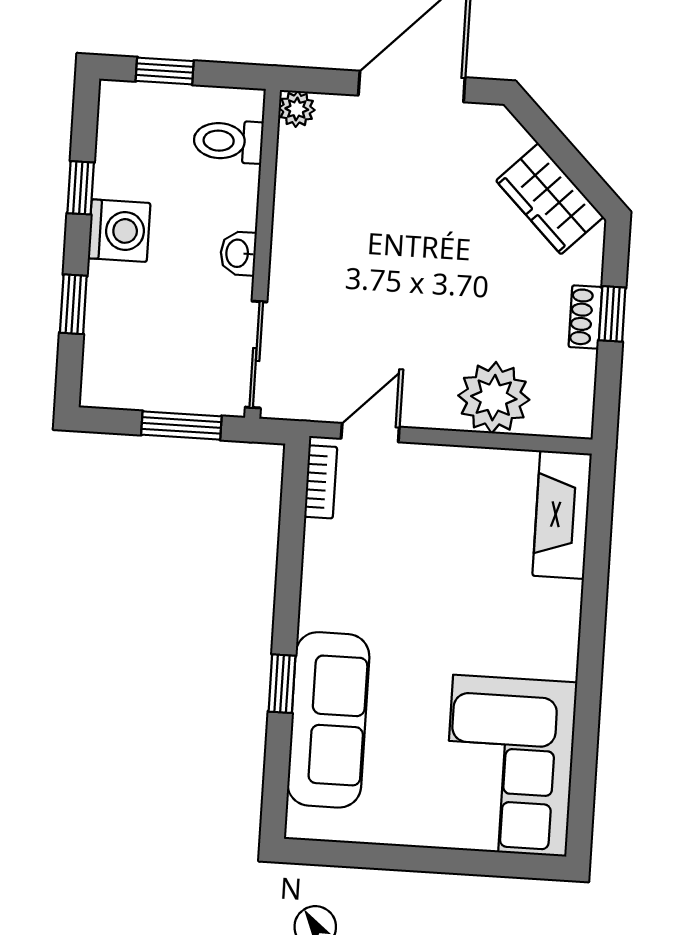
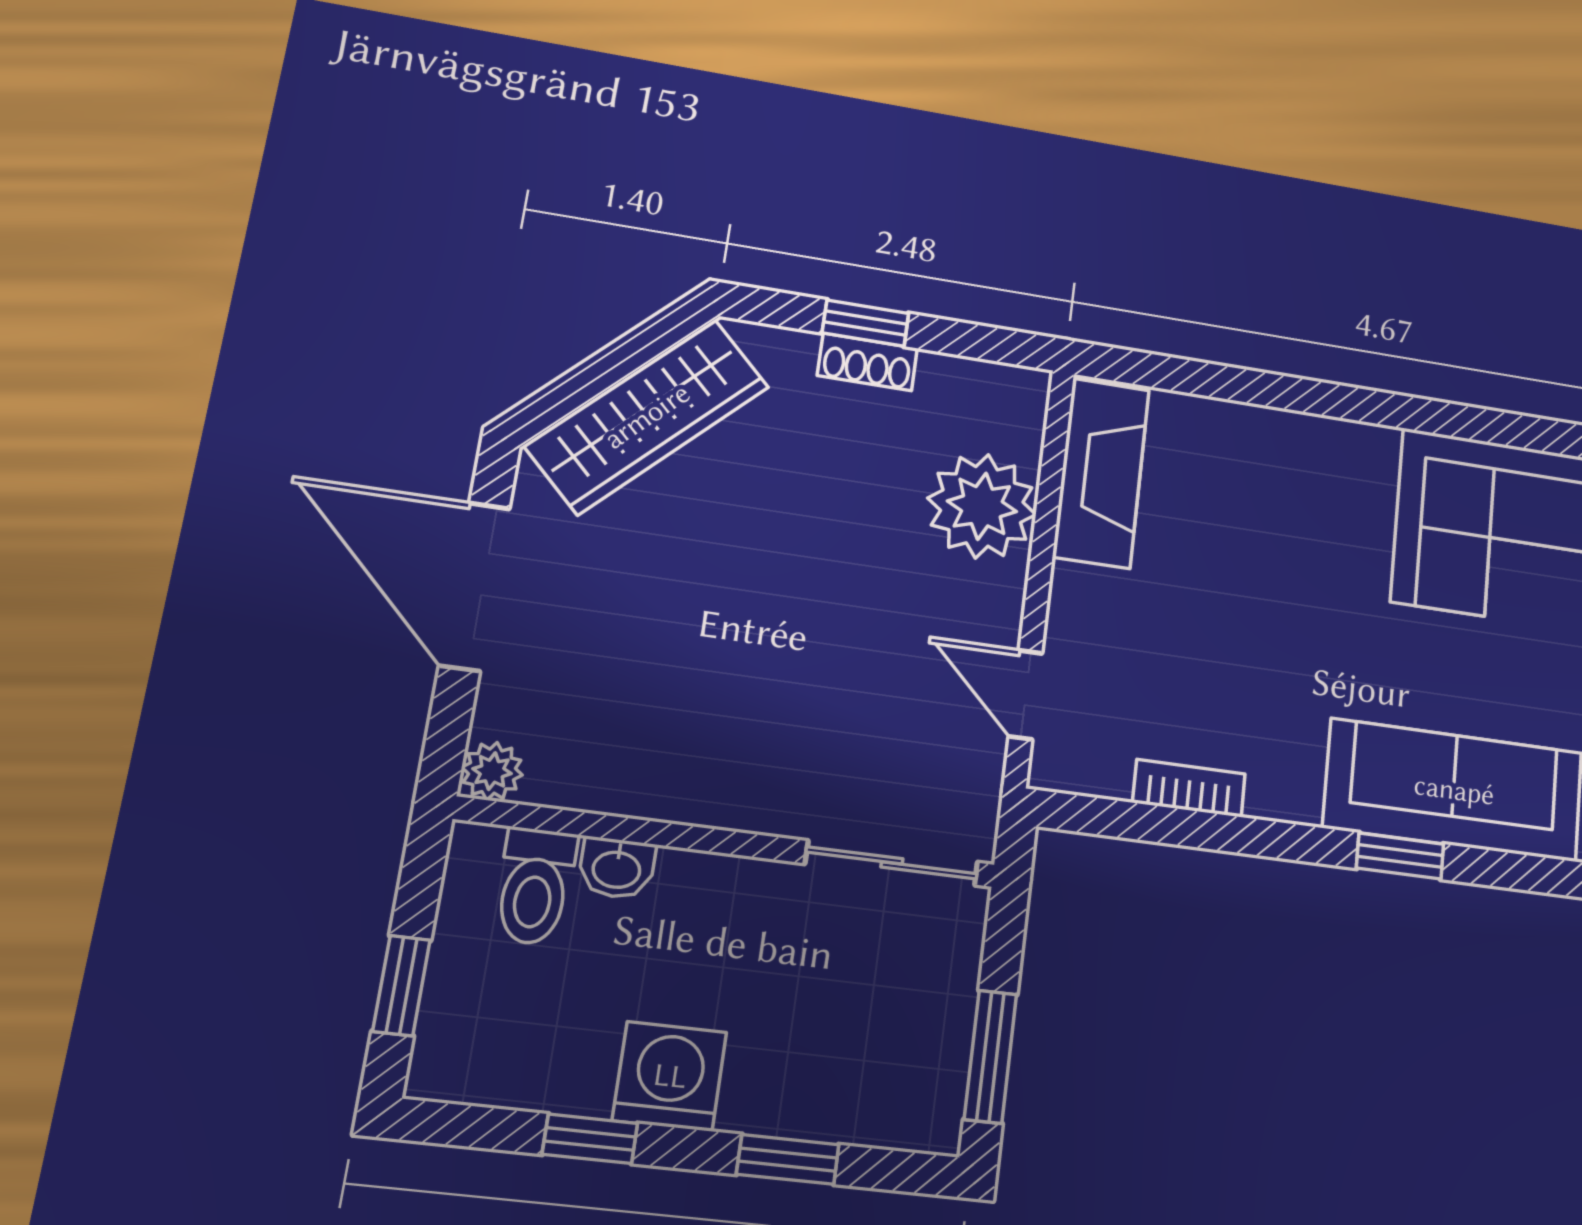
wardrobe: (550, 199) -> (647, 416), width x1.50
washbasin: (238, 253) -> (617, 868), moved
window: (181, 425) -> (990, 1057), moved
bookcase: (321, 482) -> (1189, 788), moved
fireplace: (562, 515) -> (1101, 473), moved, turned -90

